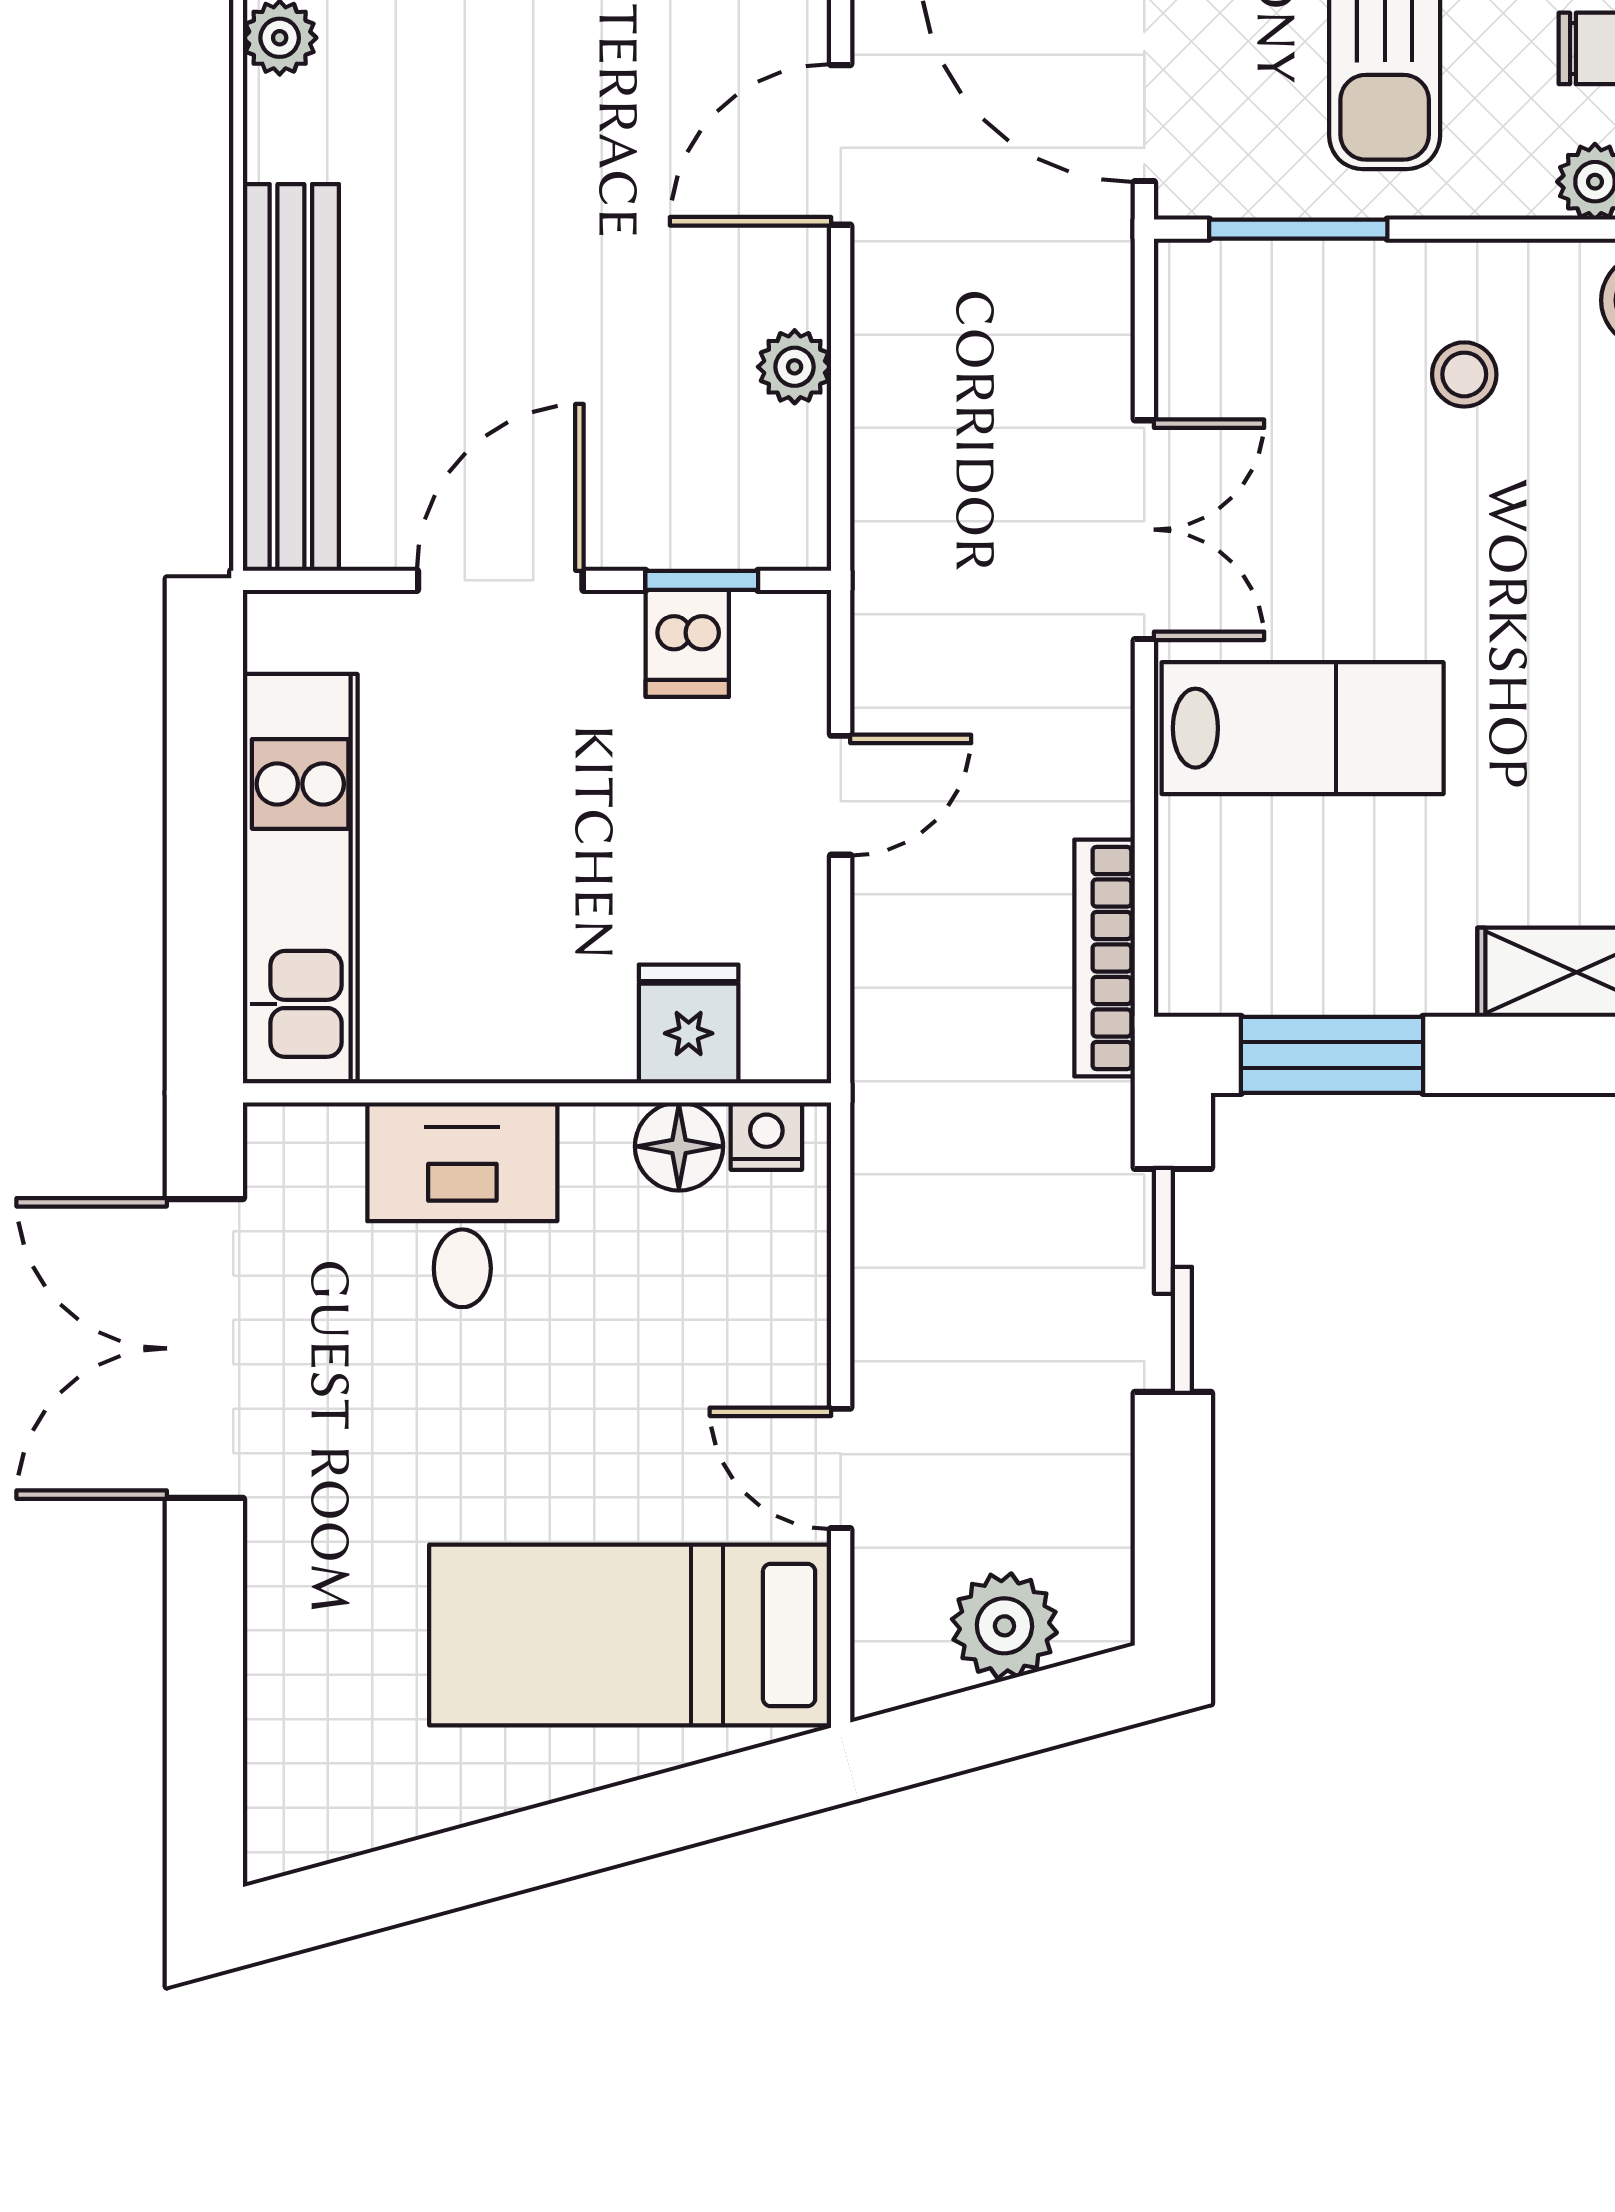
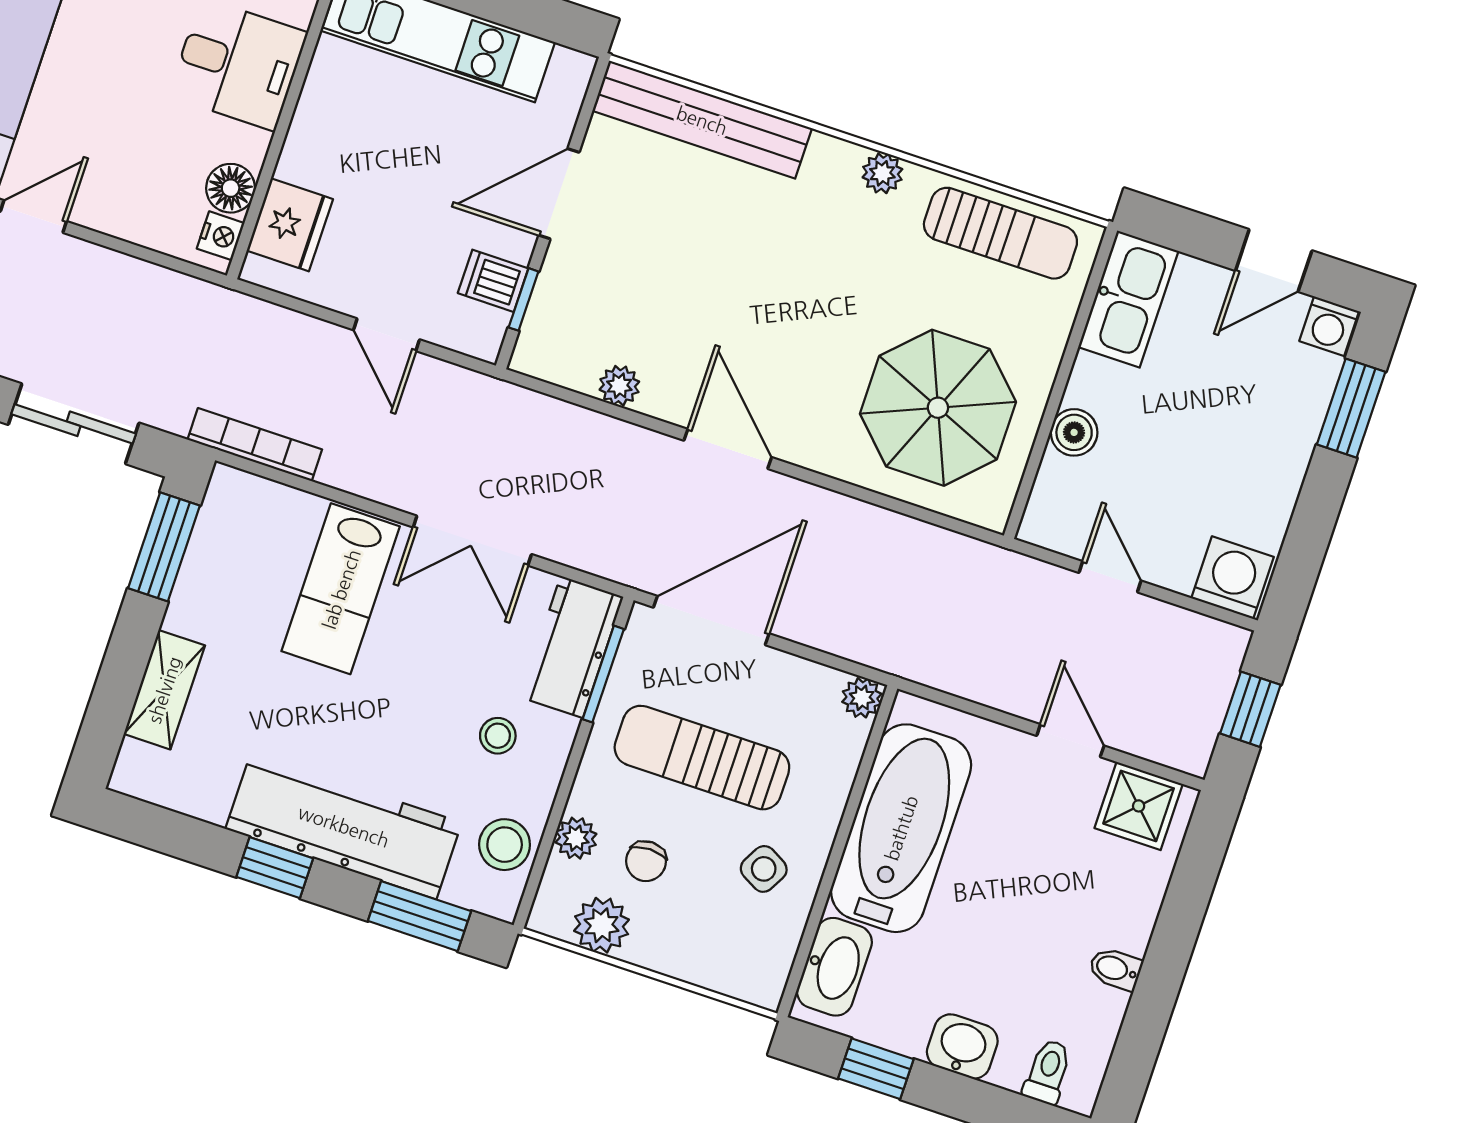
workbench: (1270, 298) -> (572, 647), added
door: (500, 580) -> (559, 194), swing flipped
fridge: (689, 1024) -> (290, 225), width x1.38

